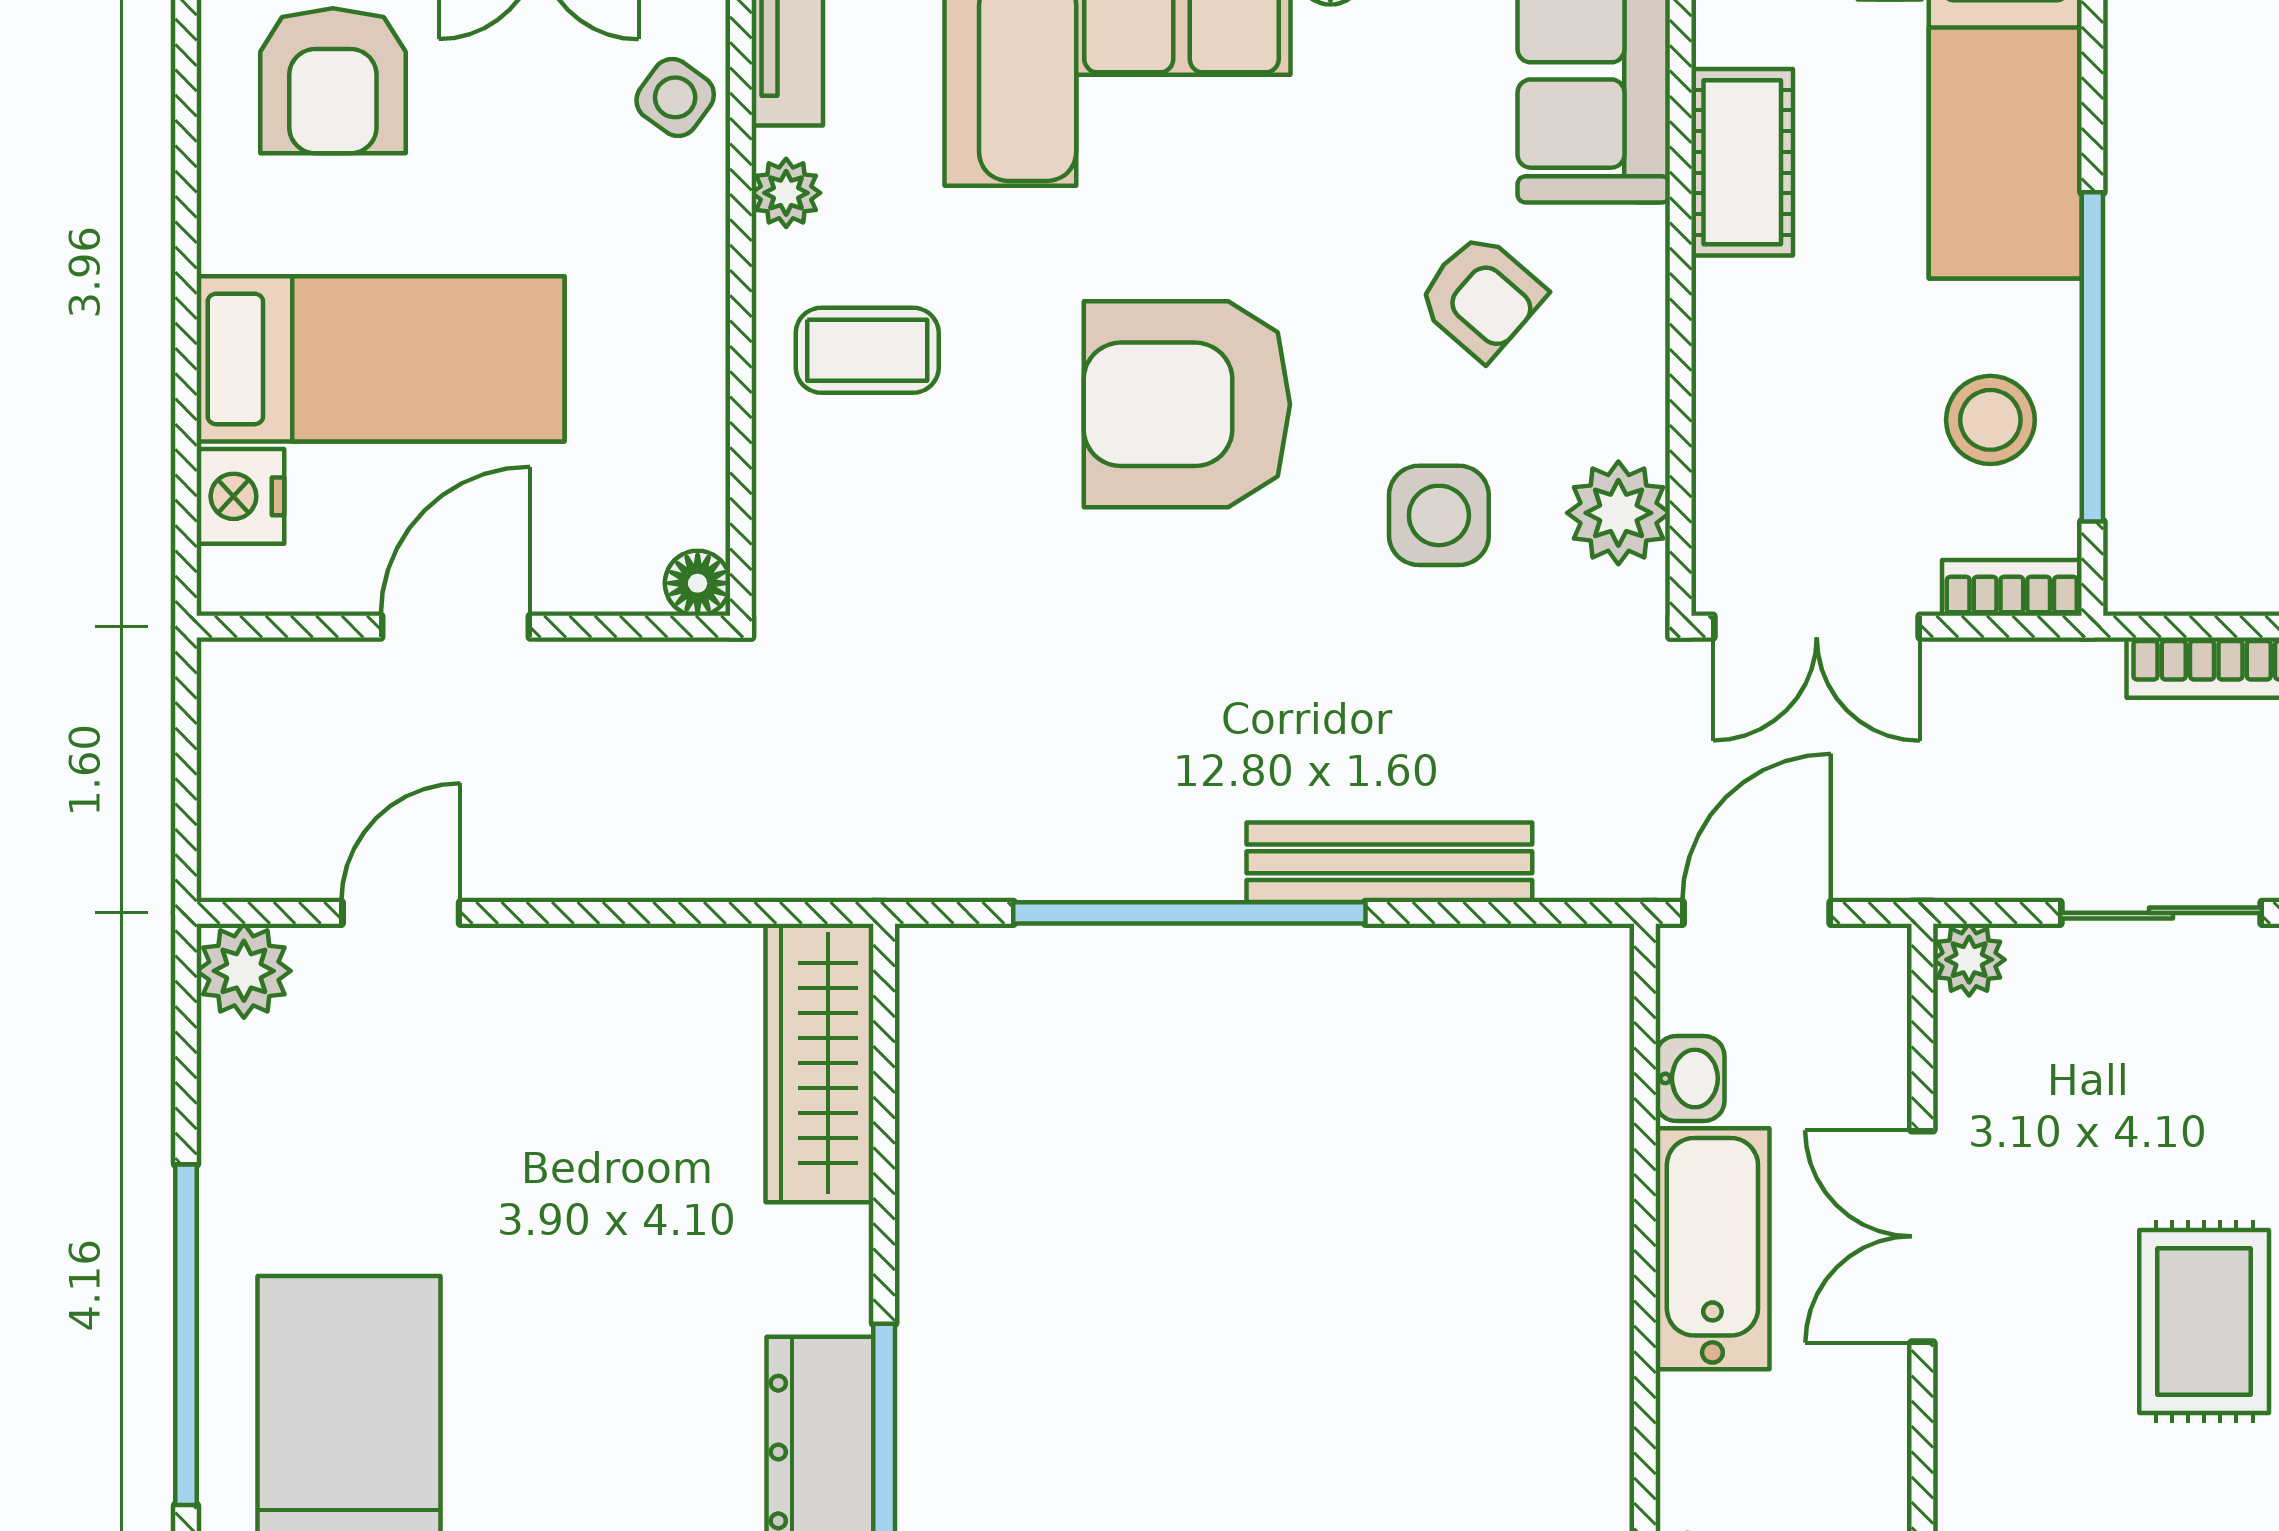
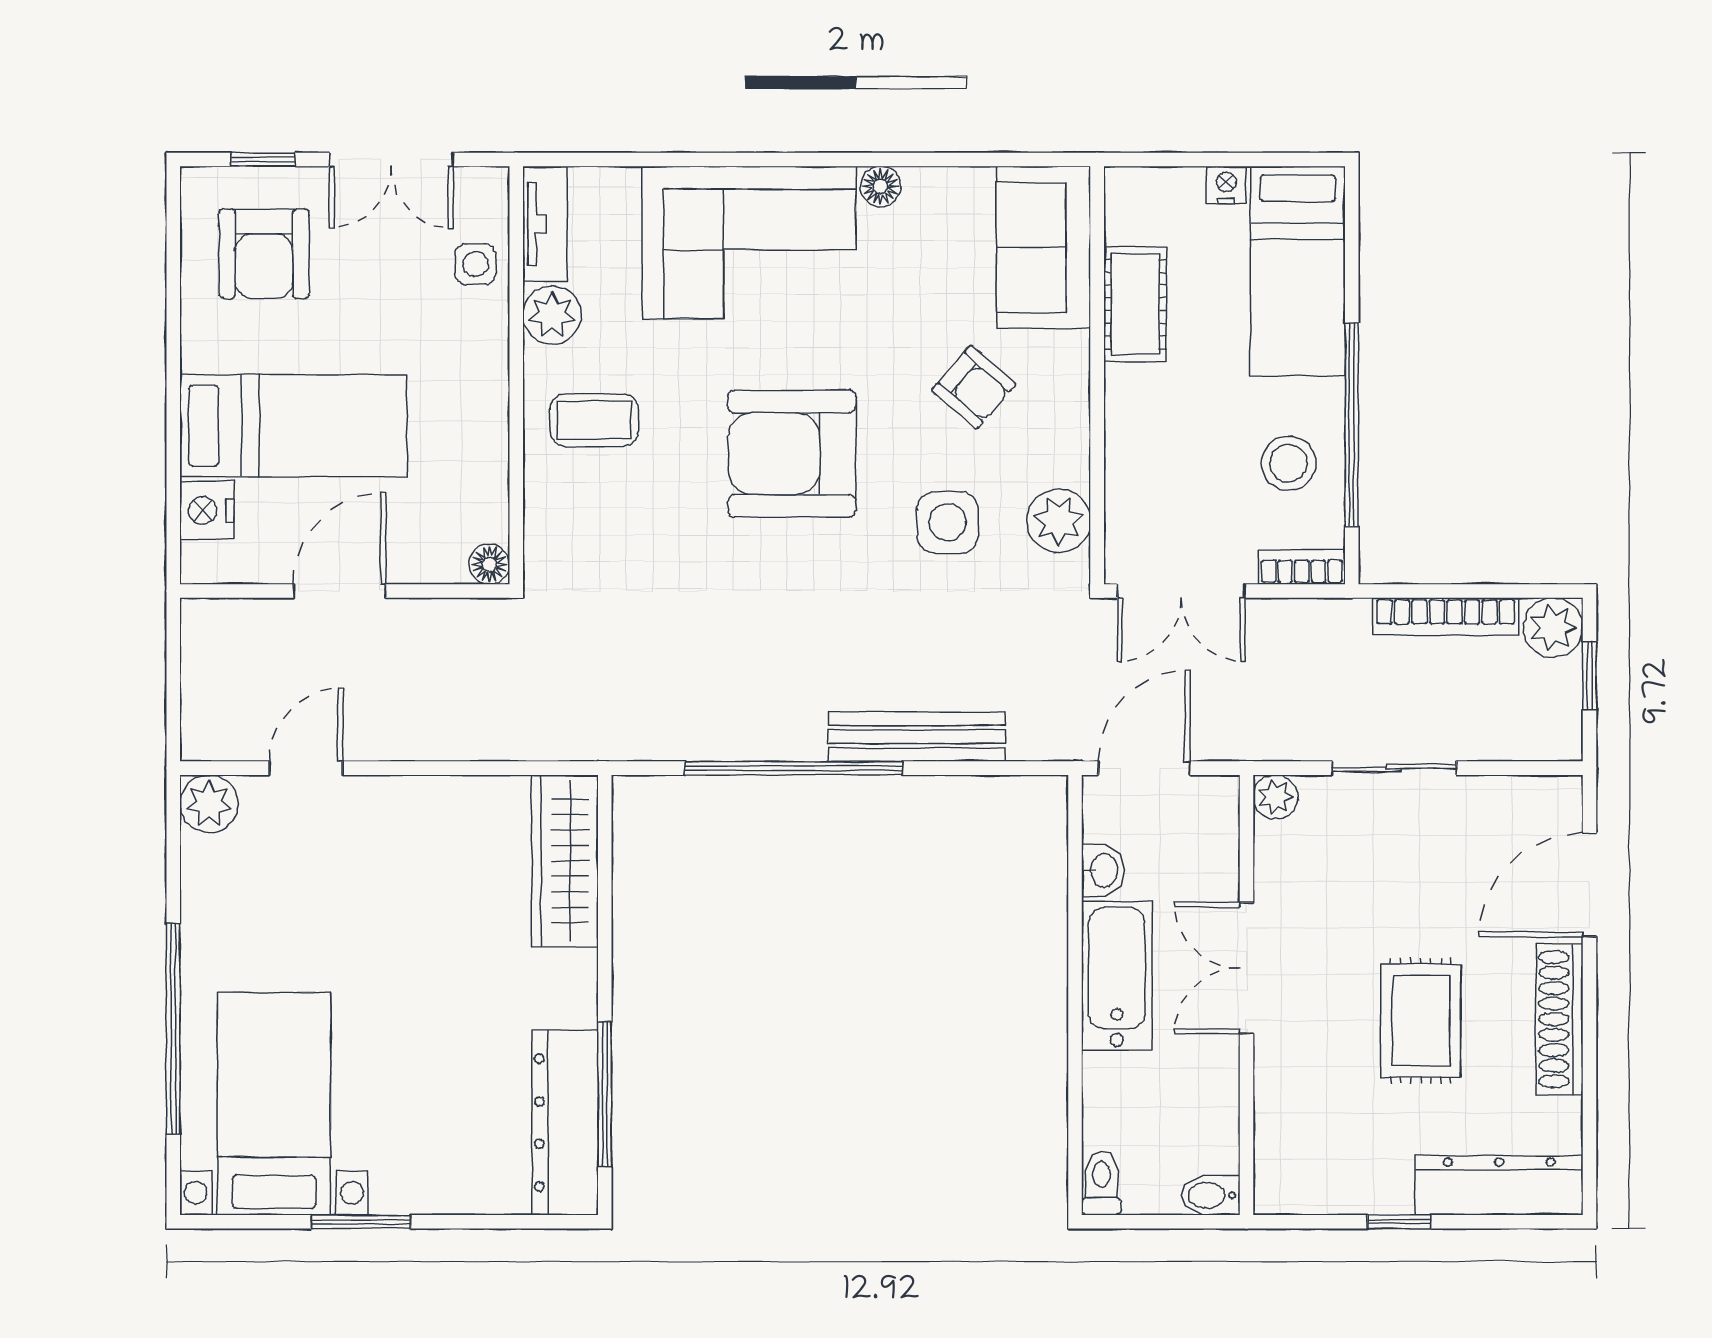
side table: (675, 97) -> (476, 264), turned -36
plant: (786, 193) -> (552, 315), width x1.38, depth x1.38

